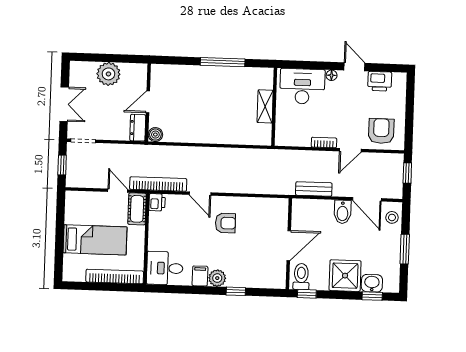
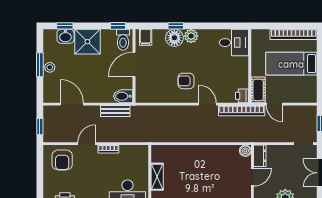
bidet: (343, 212) -> (123, 96), moved, turned -90
stool: (392, 217) -> (50, 67), moved
filing cabinet: (200, 276) -> (146, 37), moved
bookcase: (115, 277) -> (294, 34), moved
floor lamp: (238, 277) -> (174, 38), added

